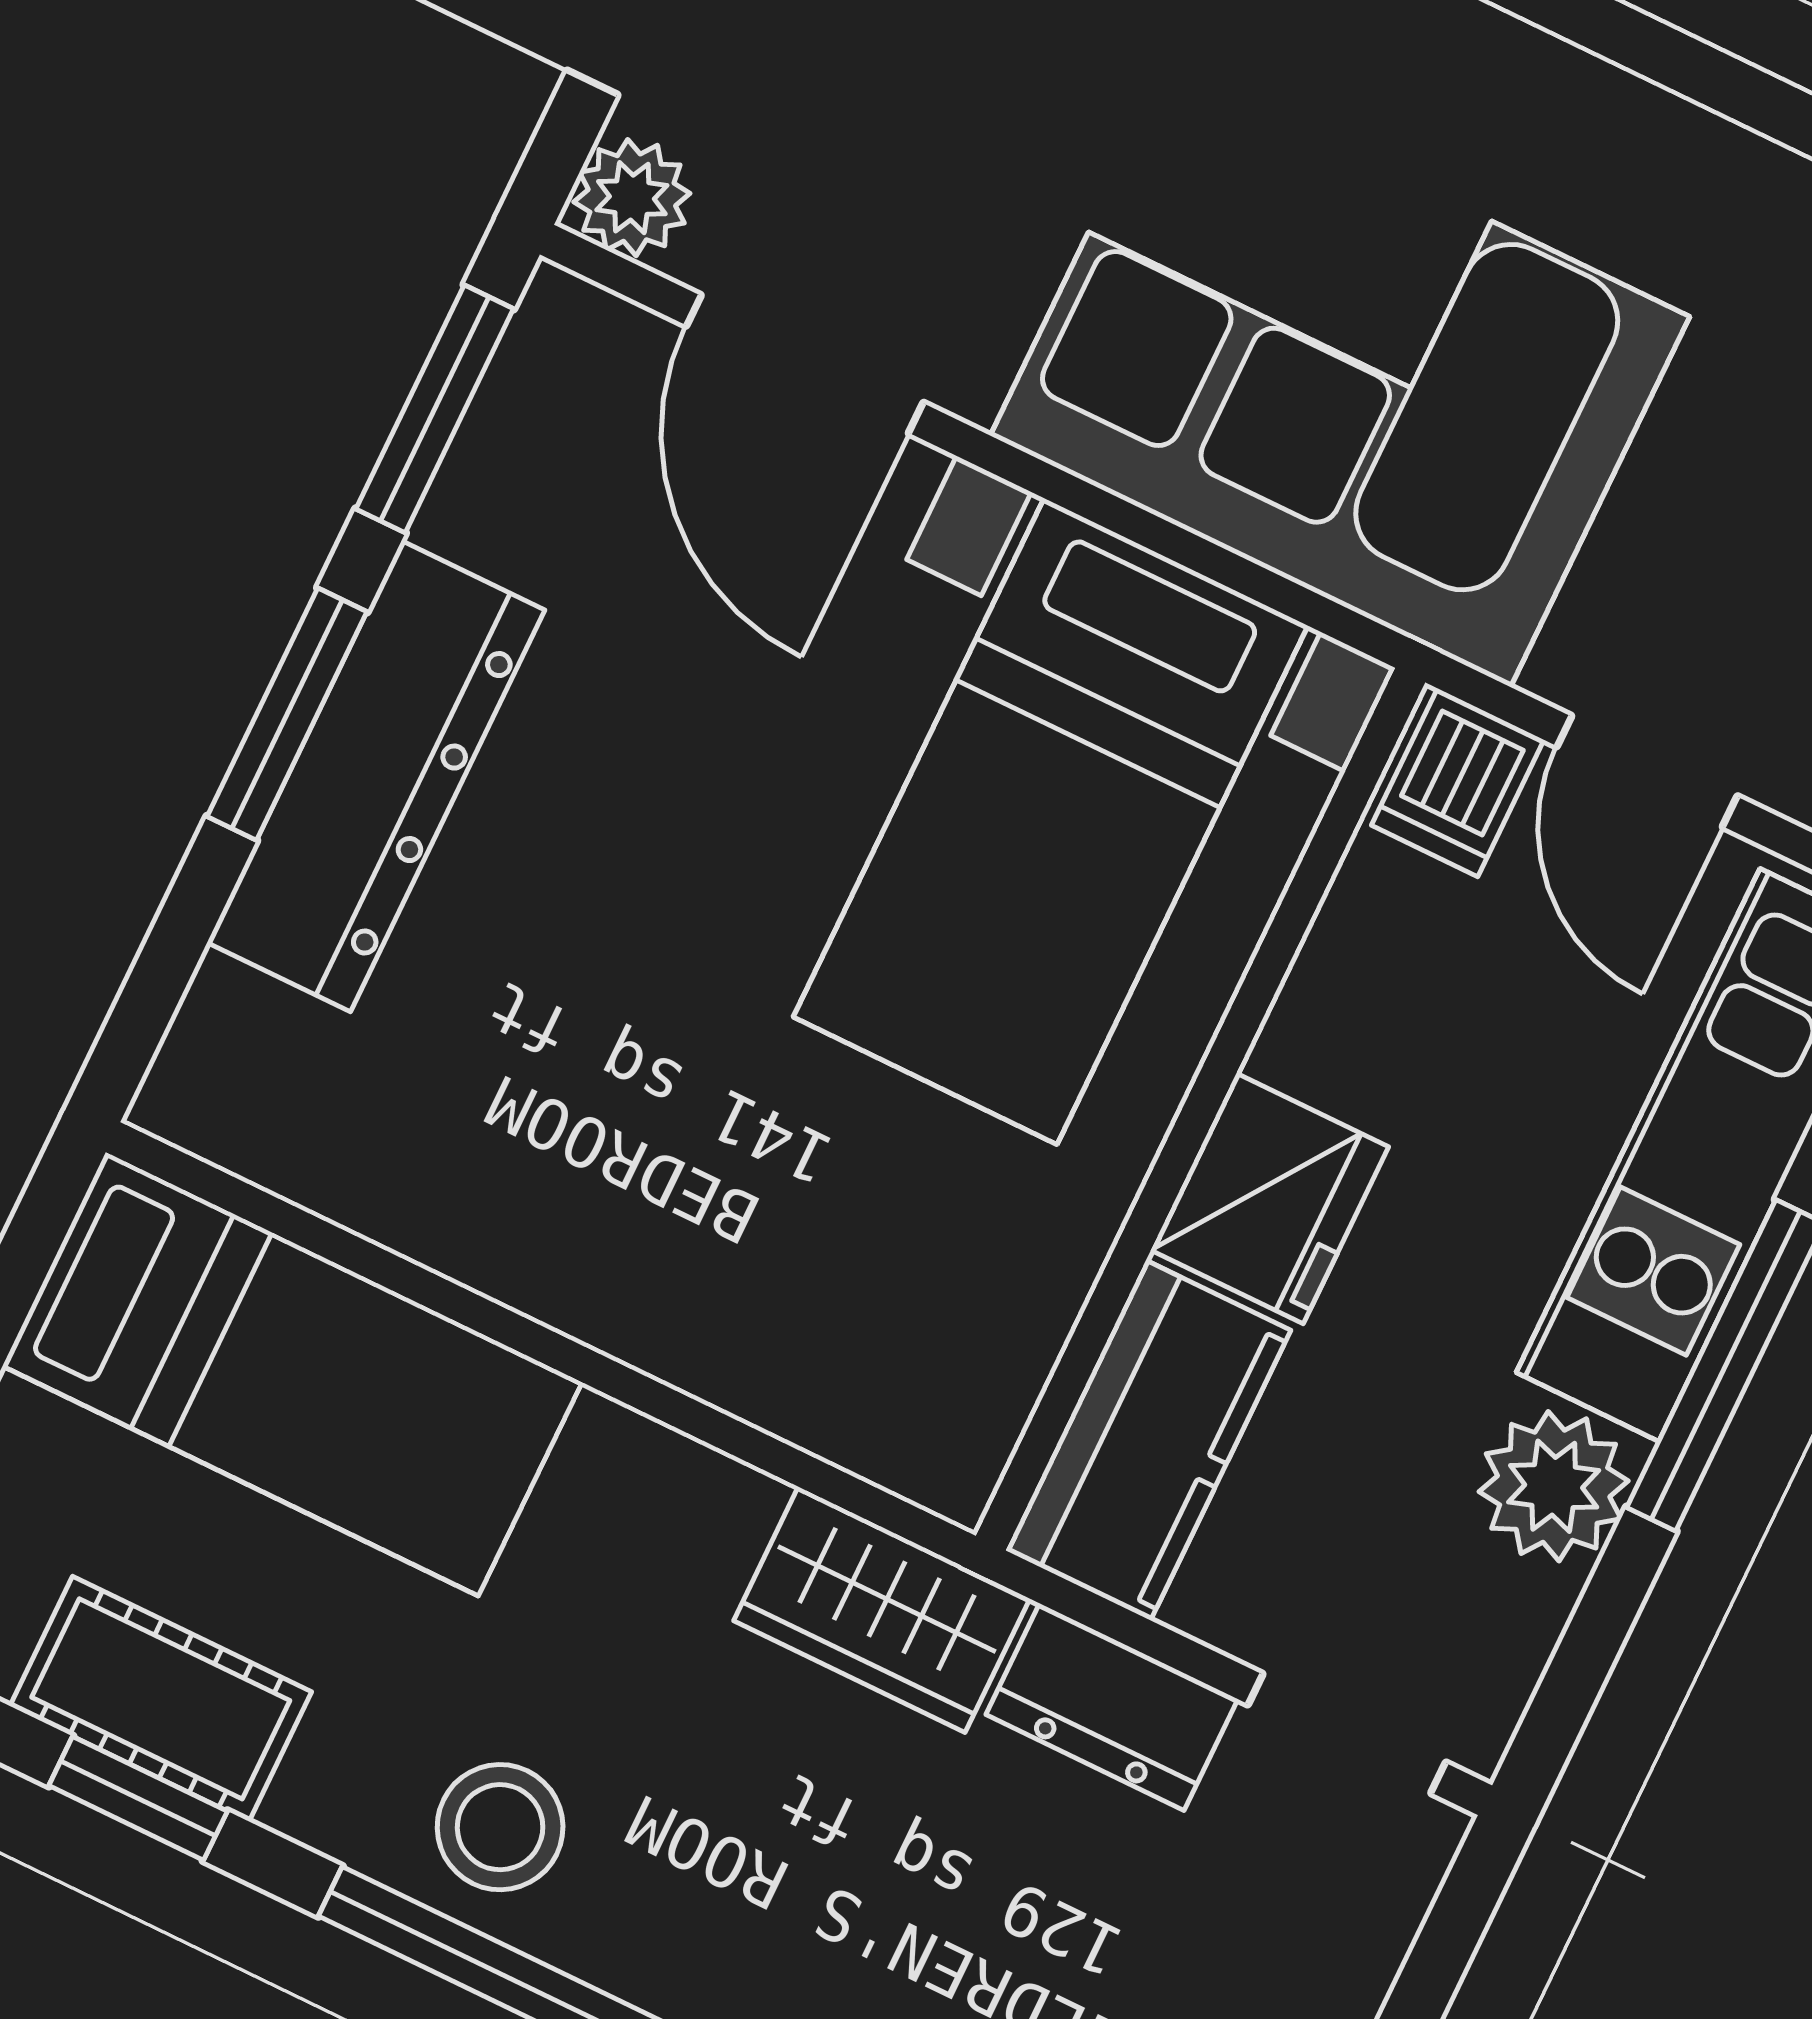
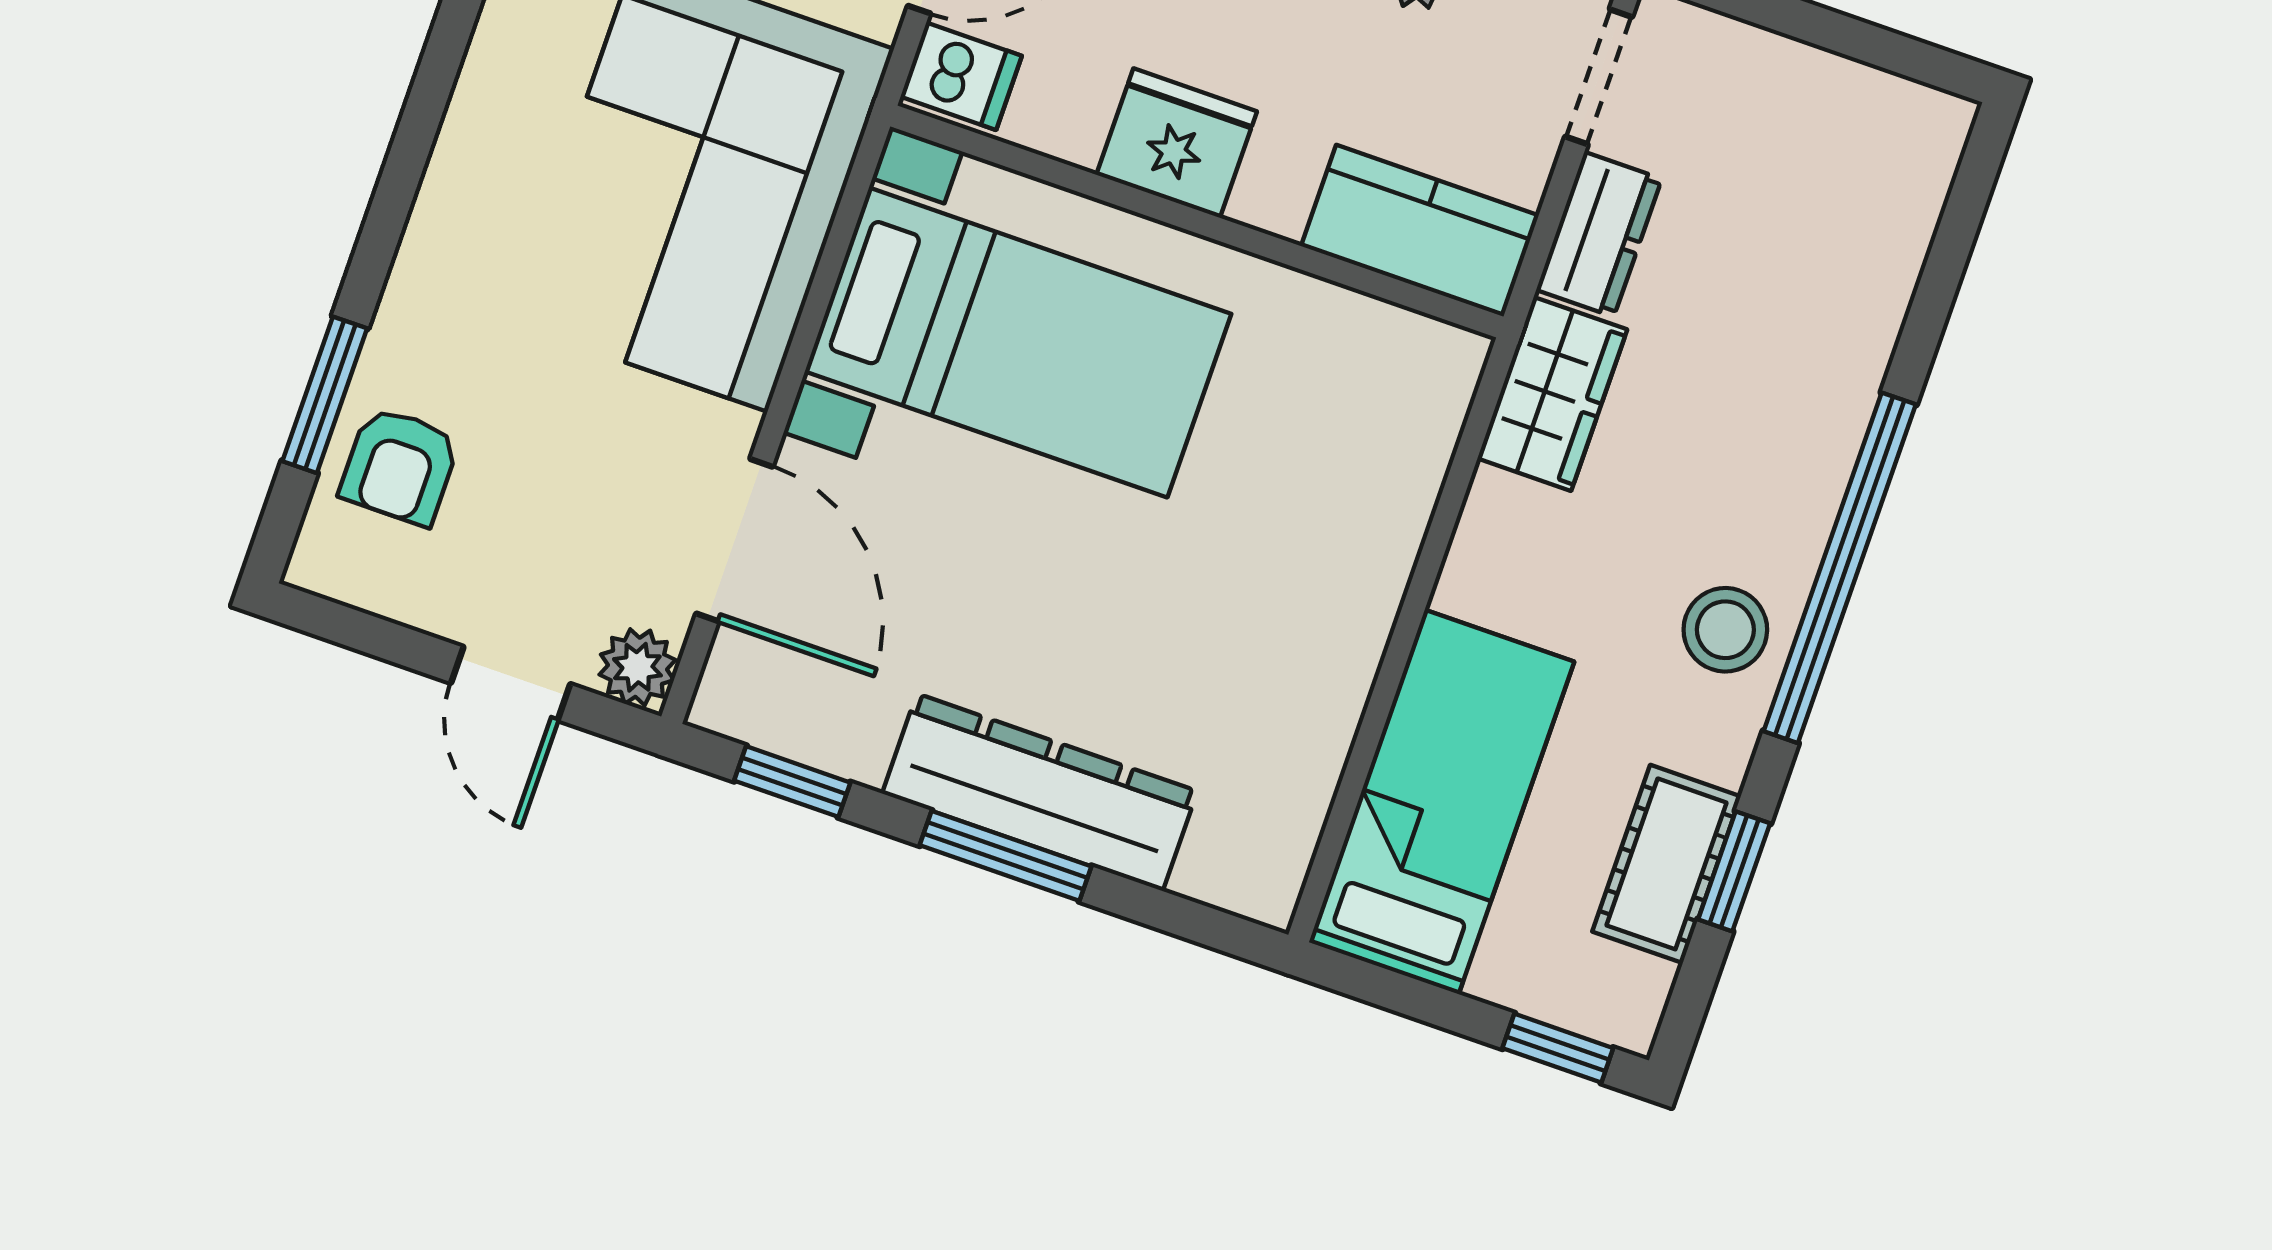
door: (805, 364) -> (734, 540), hinge flipped
window: (435, 409) -> (792, 782), width x0.67
fridge: (1270, 1198) -> (1177, 143), moved

